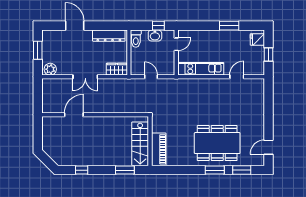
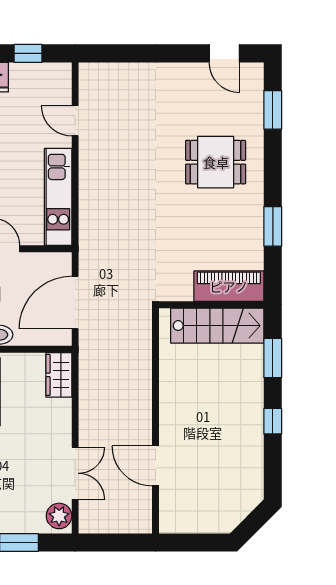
double door: (85, 77) -> (75, 473), moved
door: (151, 77) -> (75, 303), width x1.87
dining table: (217, 143) -> (216, 162), width x0.53, depth x0.80
window: (82, 170) -> (273, 421), moved
window: (215, 170) -> (273, 226), moved

